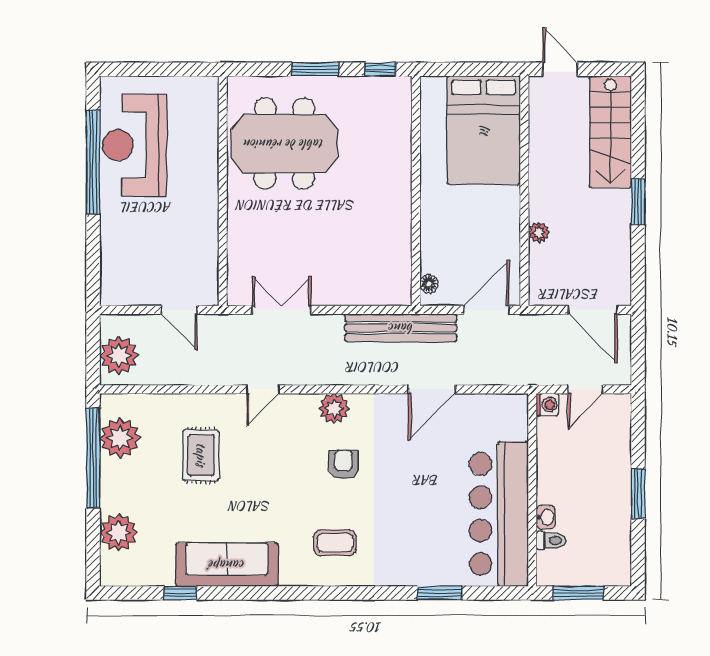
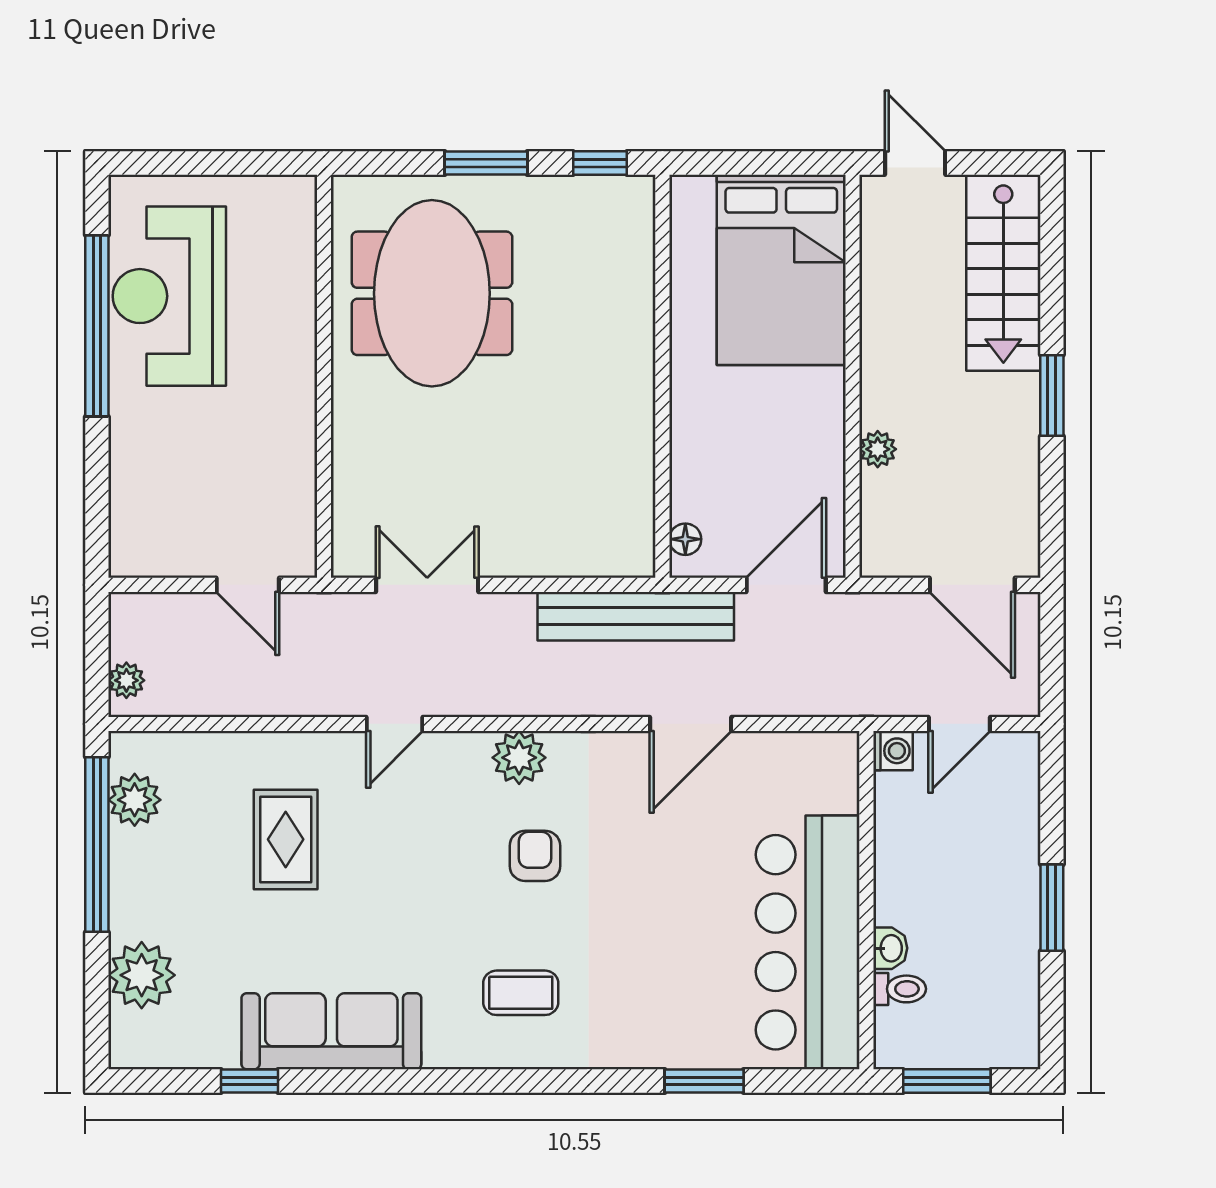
meeting table: (284, 144) -> (432, 293), turned 90
plant: (119, 355) -> (126, 680), width x0.53, depth x0.53
plant: (120, 438) -> (135, 800), width x0.73, depth x0.73

